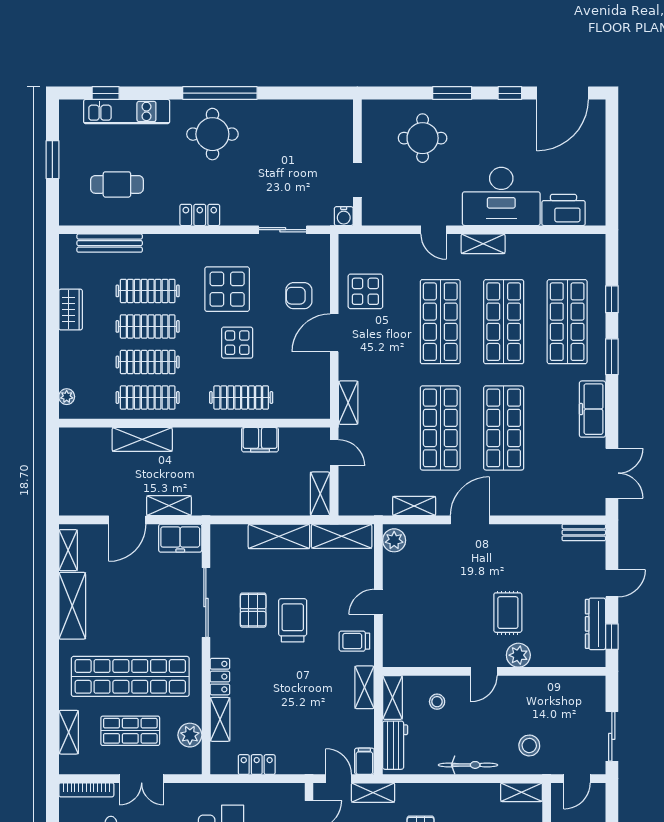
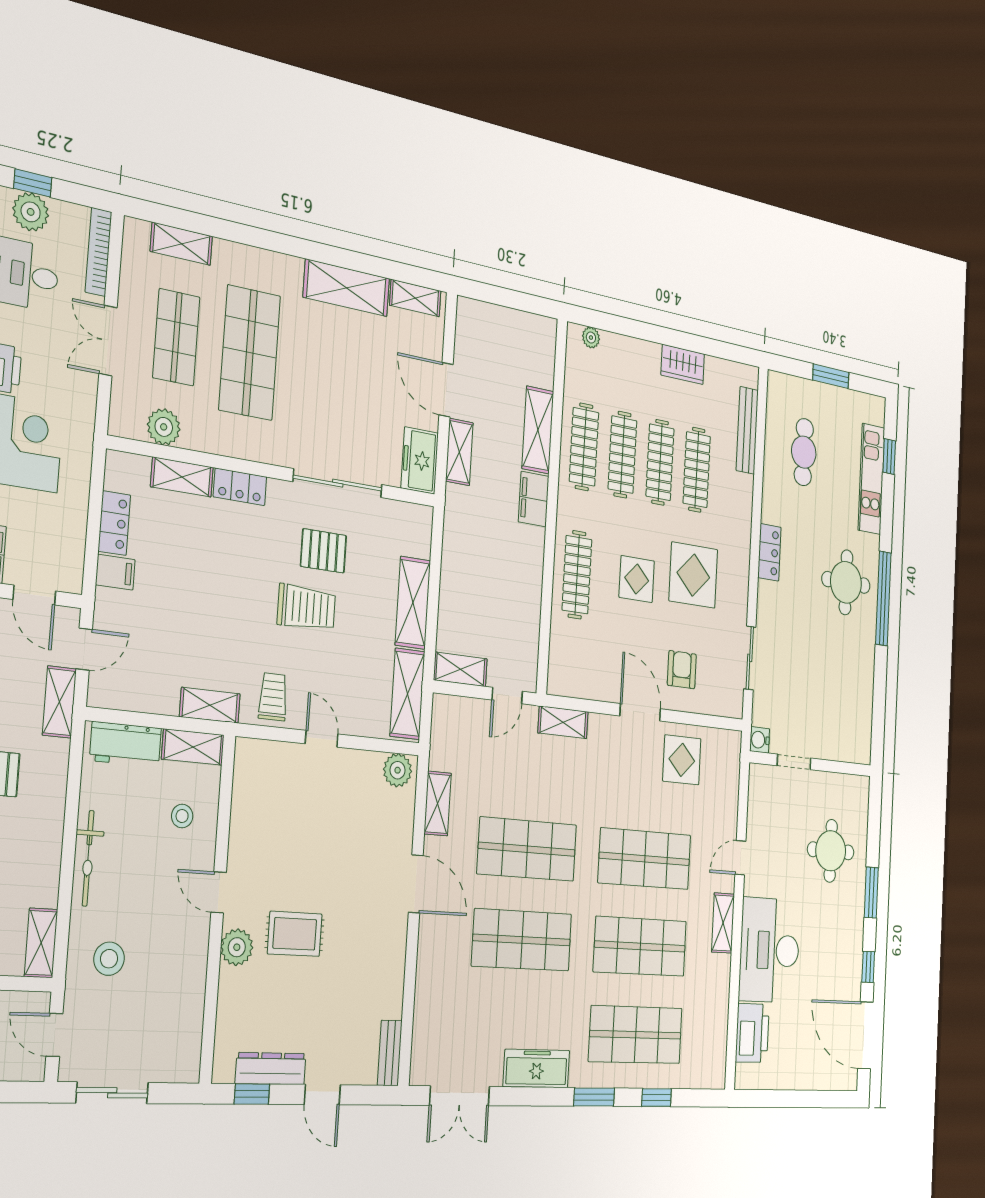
filing cabinet: (260, 440) -> (534, 499), moved
shop shelf: (130, 676) -> (250, 353), width x0.71
filing cabinet: (364, 761) -> (115, 572), moved

